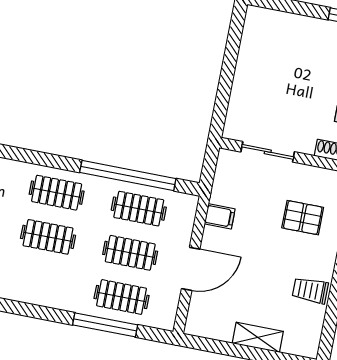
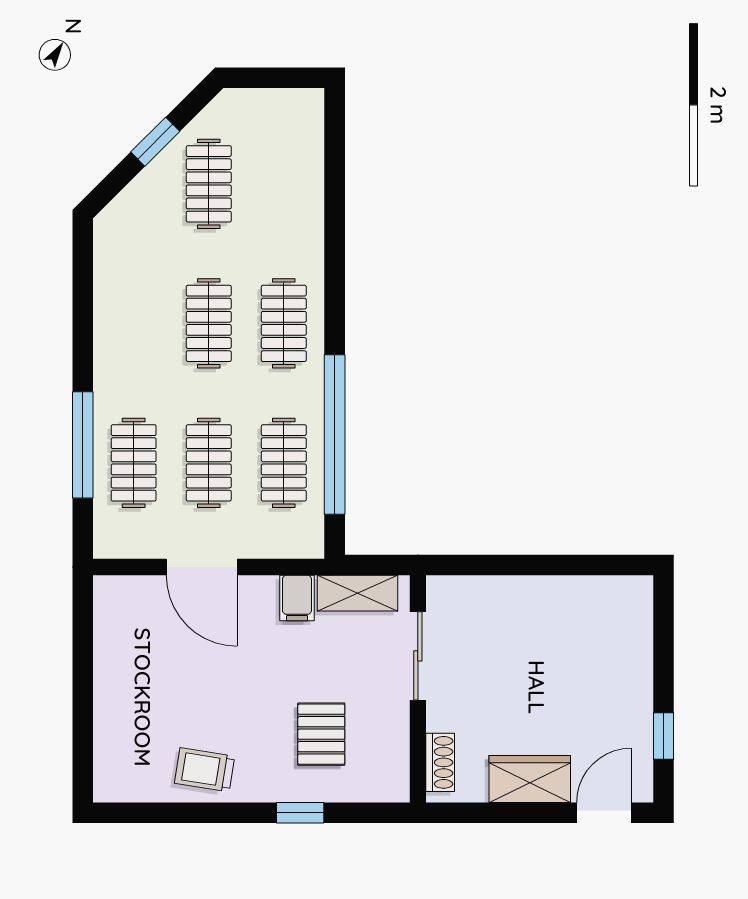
trolley: (310, 290) -> (205, 770), turned -81
shelving: (258, 337) -> (357, 593), moved, turned 90

